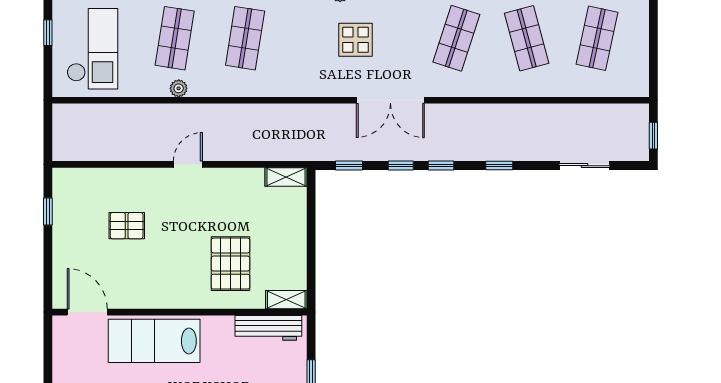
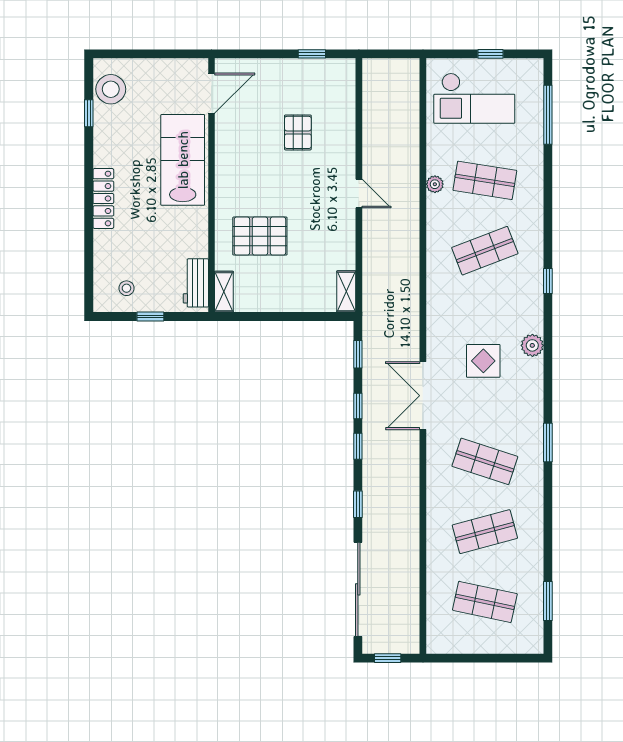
shop shelf: (245, 38) -> (485, 251), turned -30
sliding door: (585, 166) -> (358, 589), width x1.86
workbench: (268, 328) -> (196, 283), width x0.73

